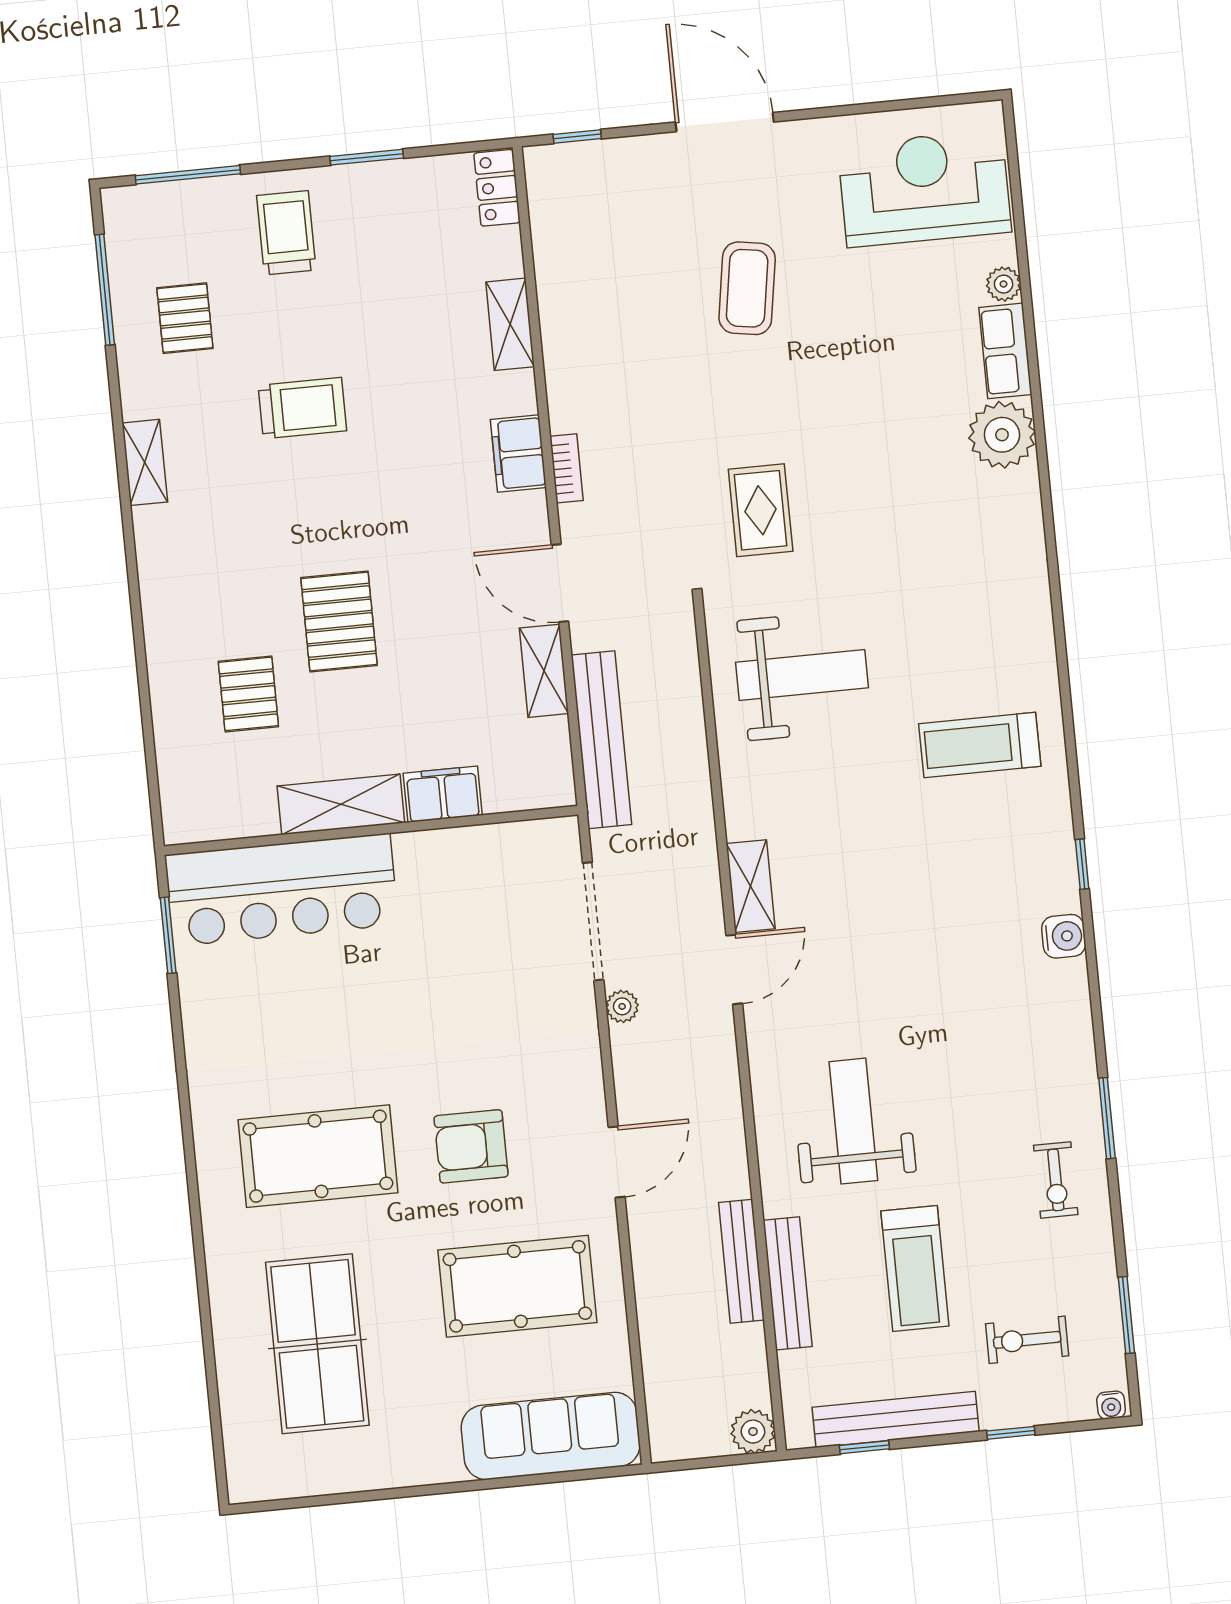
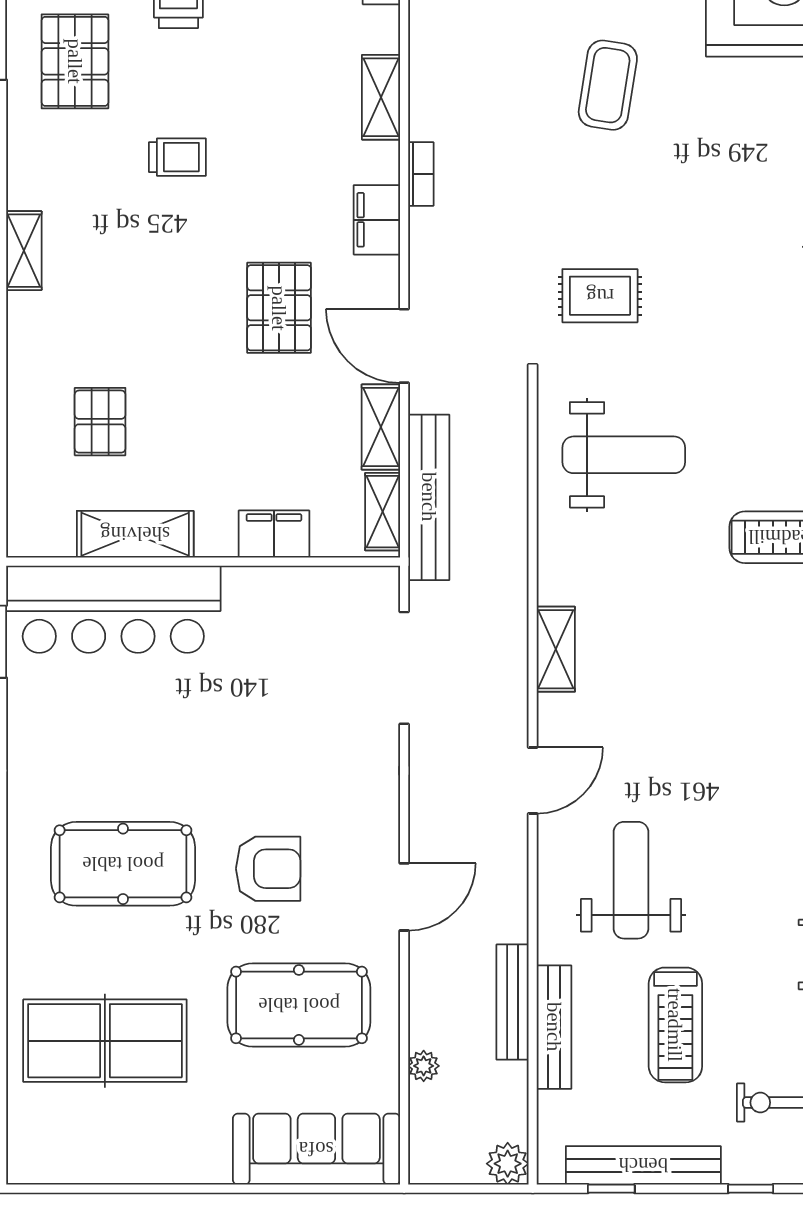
pallet: (185, 318) -> (75, 61), width x1.50, depth x1.42
trolley: (302, 408) -> (177, 157), width x0.73, depth x0.72
shelving: (145, 462) -> (24, 251), moved
bookcase: (566, 468) -> (421, 174), moved
rug: (761, 510) -> (600, 296), turned 90
pallet: (339, 622) -> (279, 308), moved
shelving: (554, 759) -> (383, 512), added
shelving: (341, 804) -> (135, 534), moved
door: (734, 969) -> (533, 781), moved
plant: (622, 1006) -> (424, 1066), moved
armchair: (471, 1146) -> (268, 869), turned 180
table tennis table: (317, 1344) -> (105, 1041), turned 90

